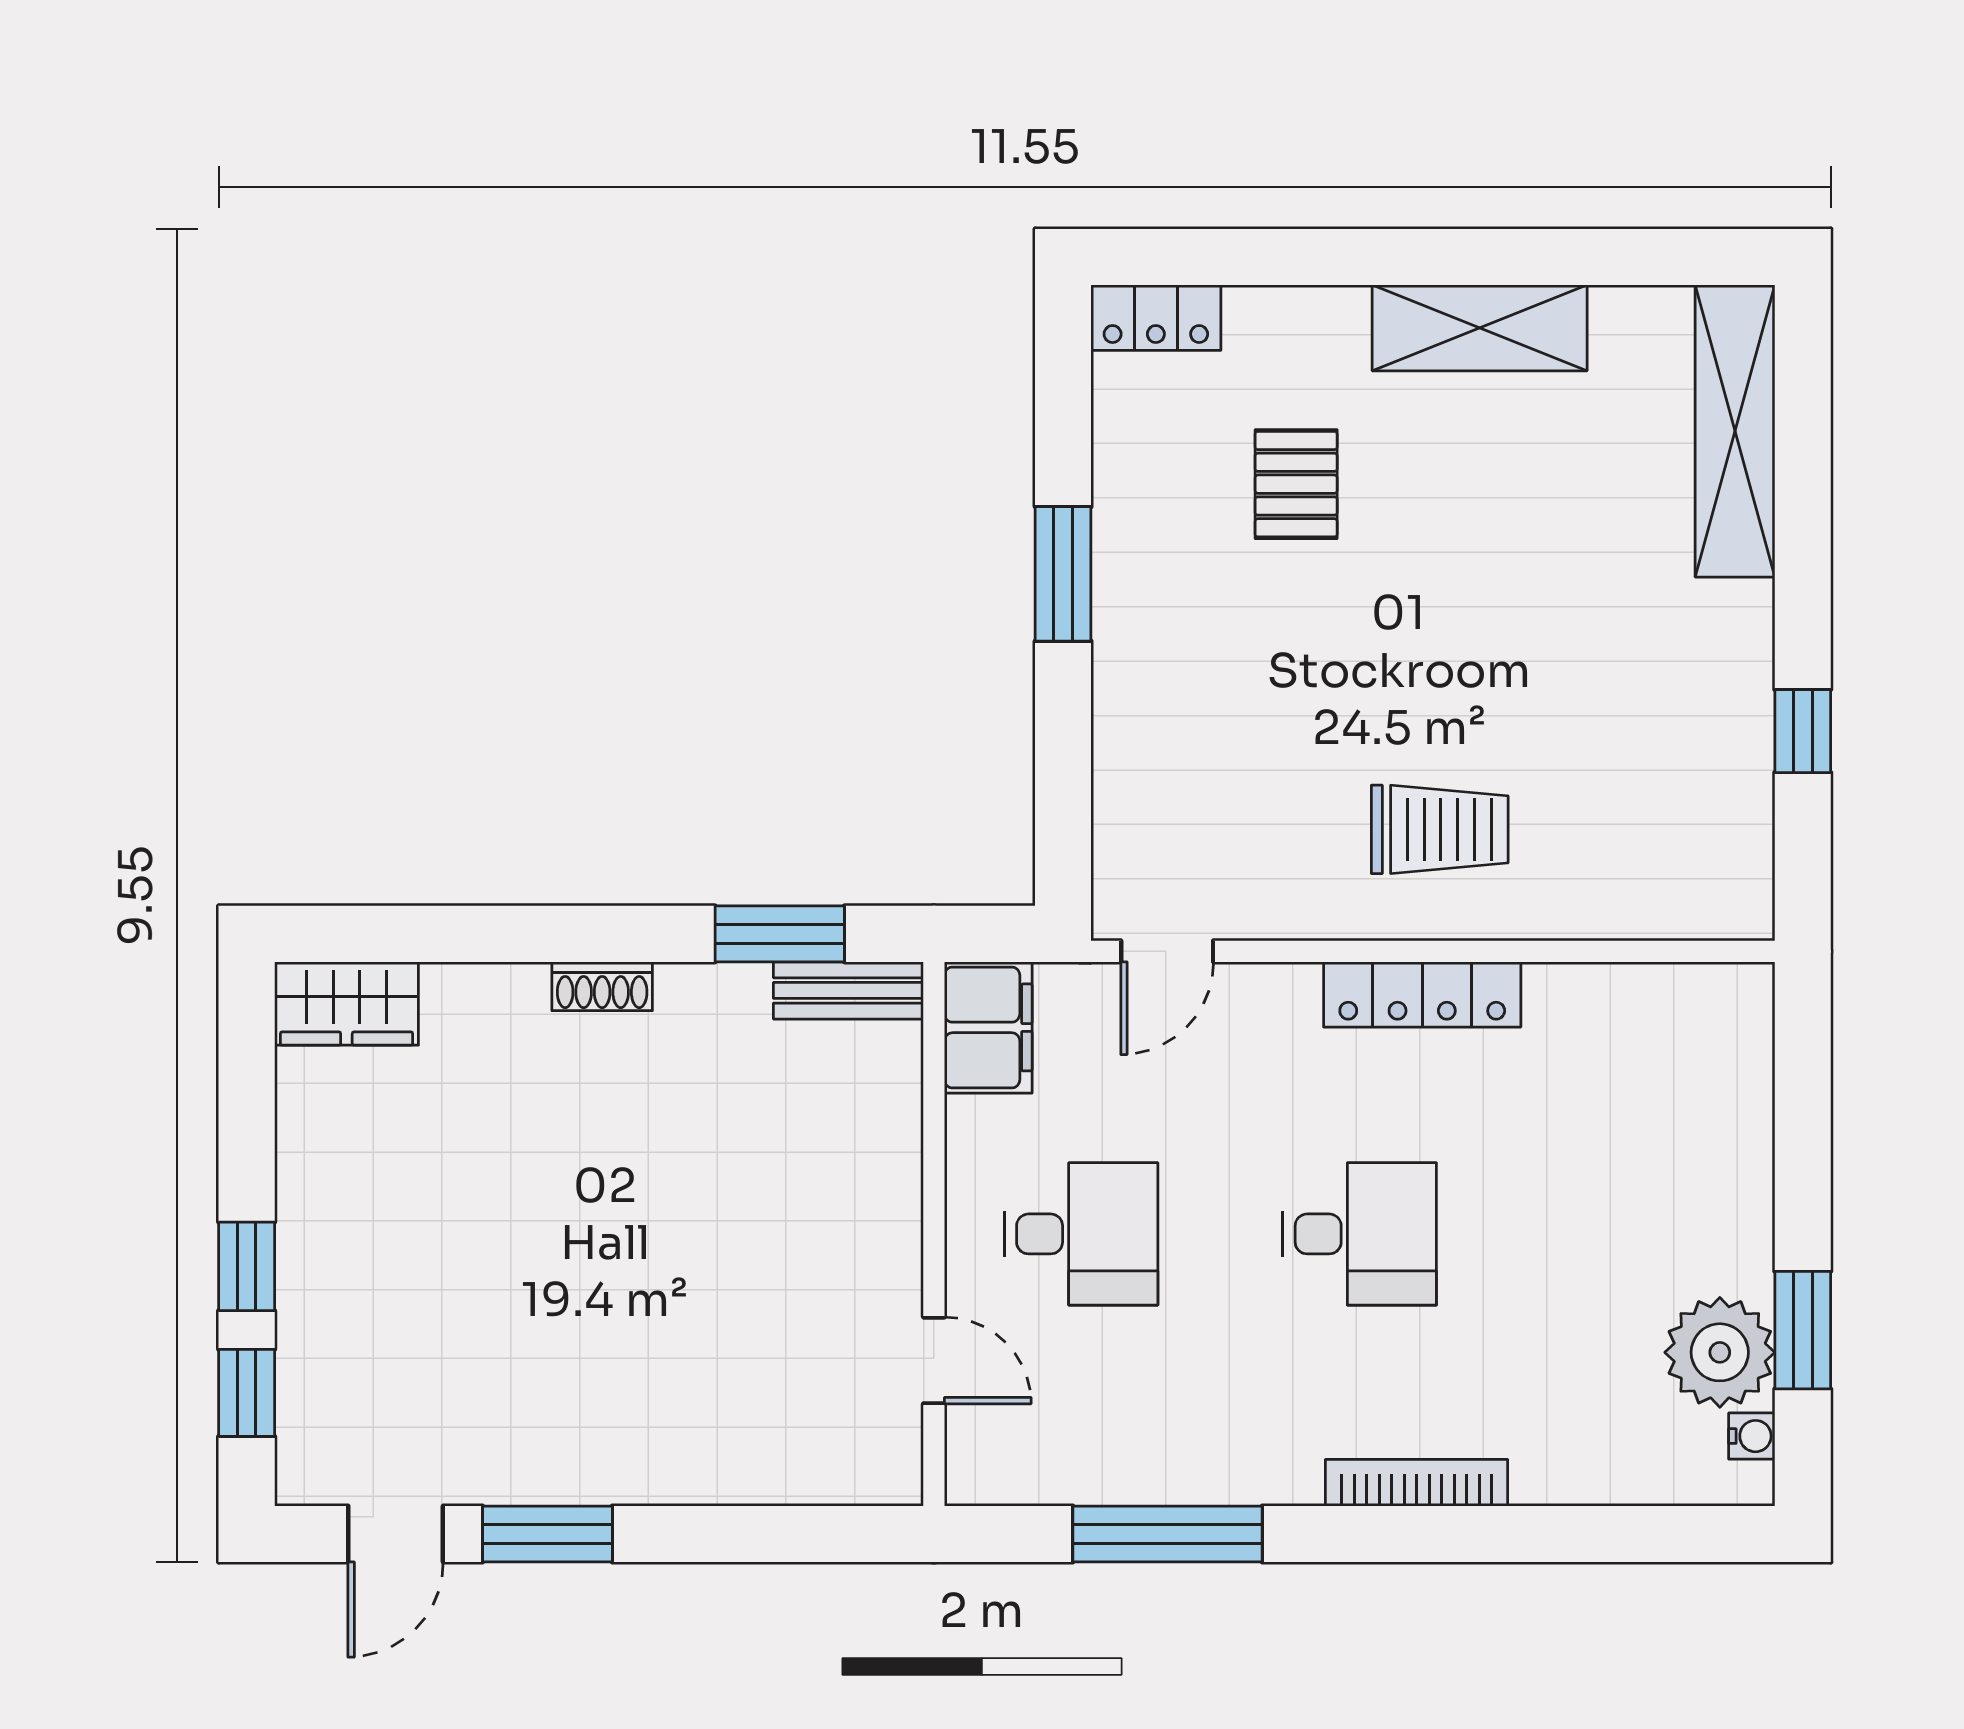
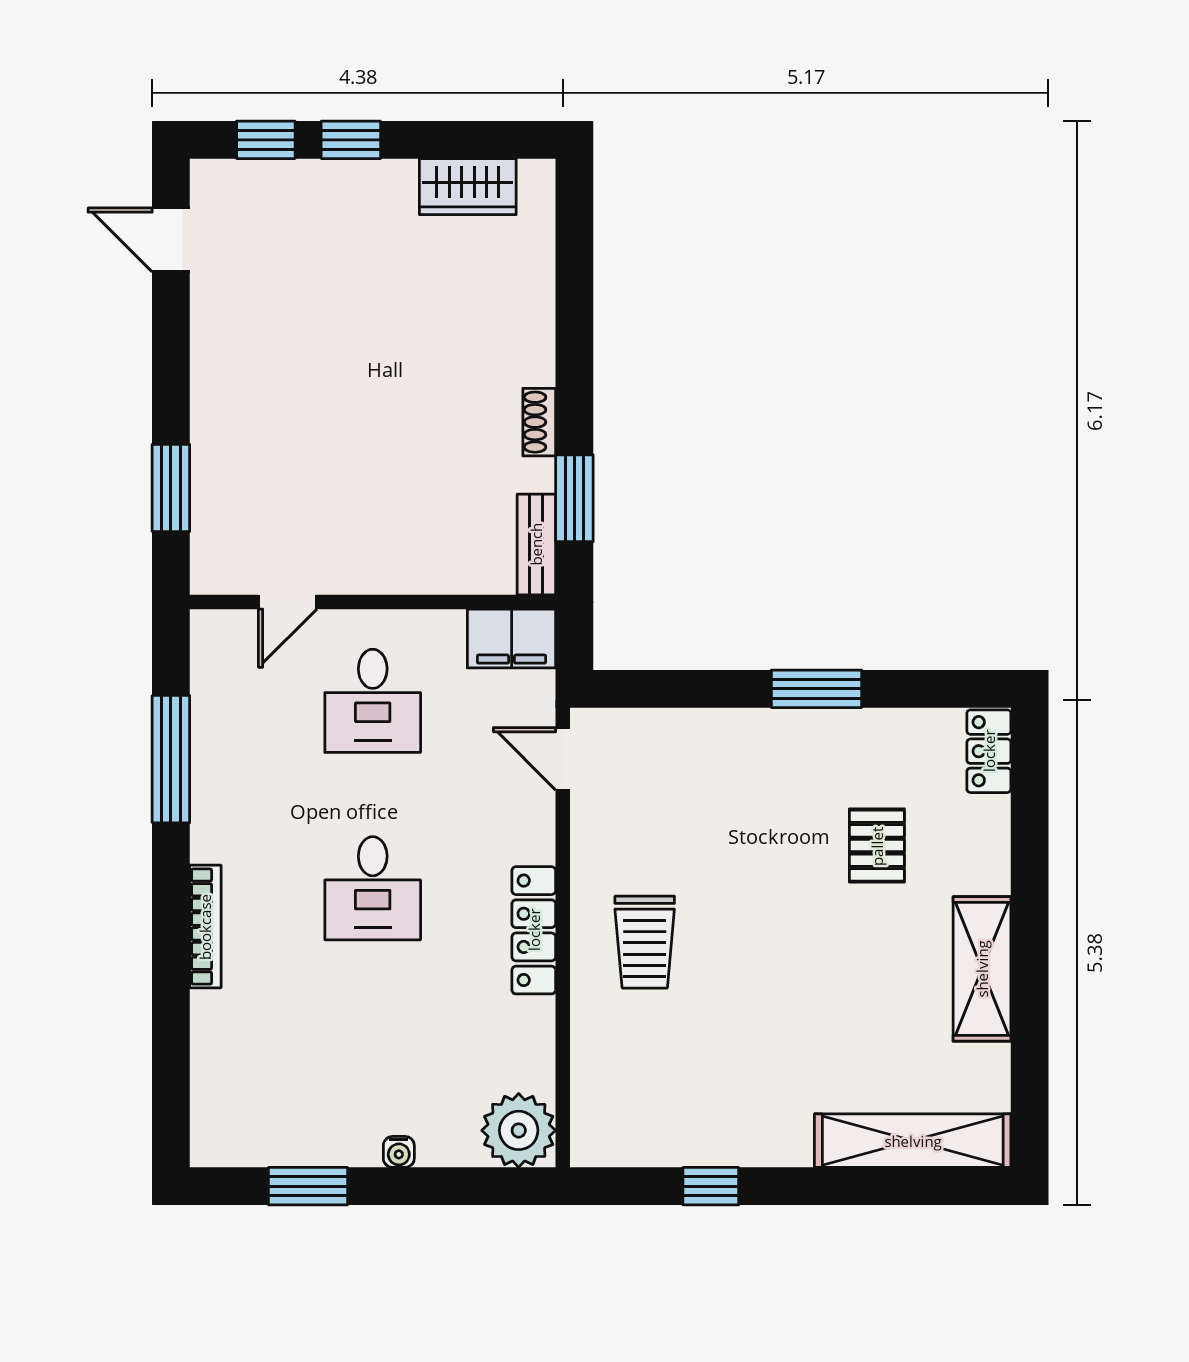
pallet: (1296, 484) -> (877, 846), turned 90
shoe rack: (602, 986) -> (539, 422), moved
wardrobe: (346, 1003) -> (468, 187), moved, turned -90
plant: (1720, 1352) -> (519, 1130), moved
water cooler: (1752, 1436) -> (399, 1152), moved
window: (547, 1534) -> (171, 488), moved

